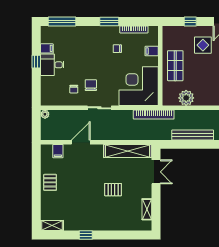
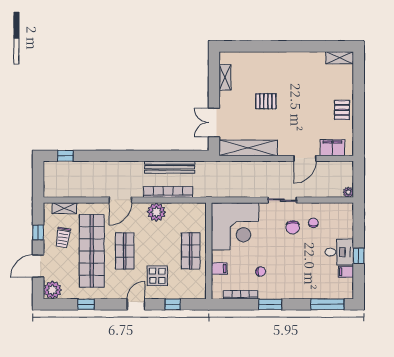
plant: (186, 98) -> (156, 212), moved
bookcase: (154, 115) -> (168, 192), moved
filing cabinet: (58, 151) -> (332, 148), width x2.00
window: (86, 235) -> (299, 46), removed

